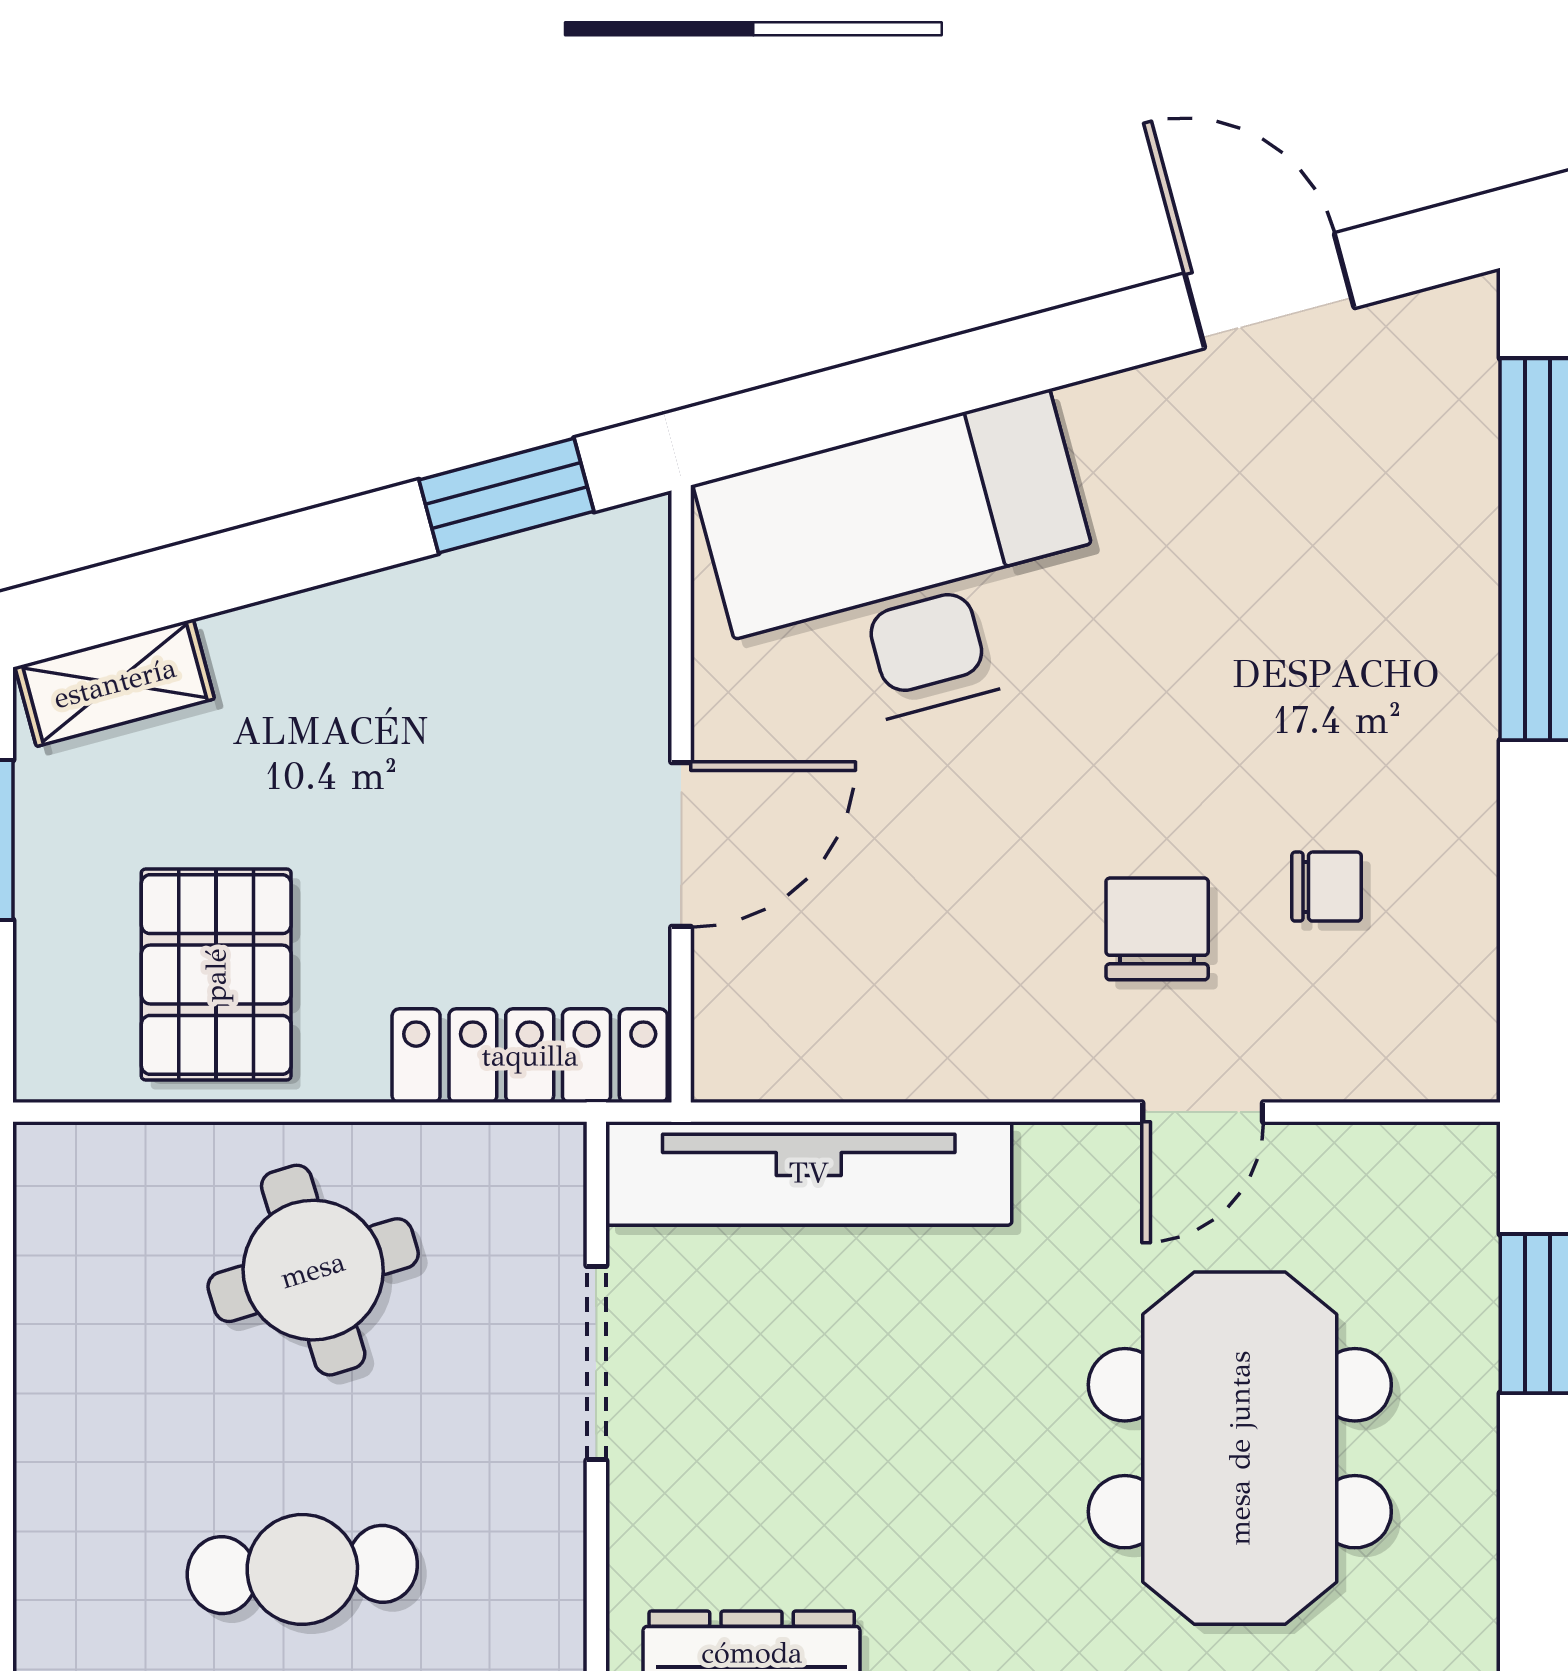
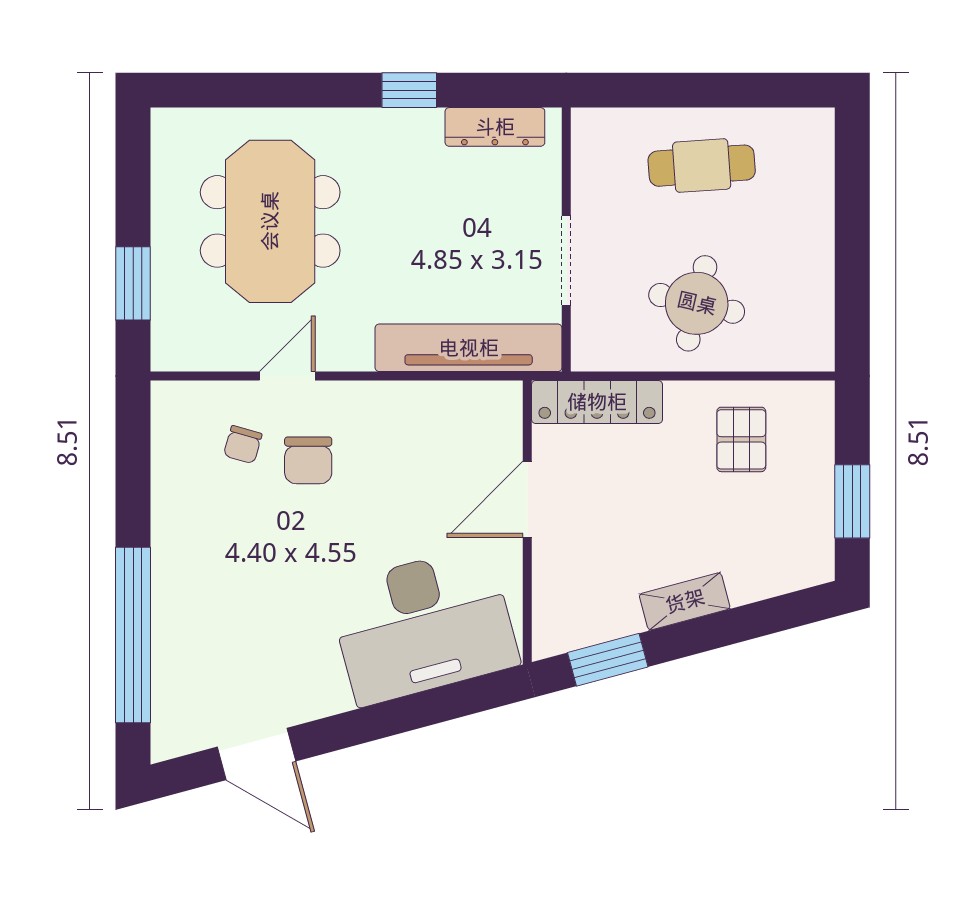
shelving: (115, 683) -> (685, 601), moved
chair: (1327, 887) -> (243, 445), moved, turned -74
pallet: (216, 975) -> (741, 439), width x0.67, depth x0.71
round table: (313, 1270) -> (697, 303), turned 30

